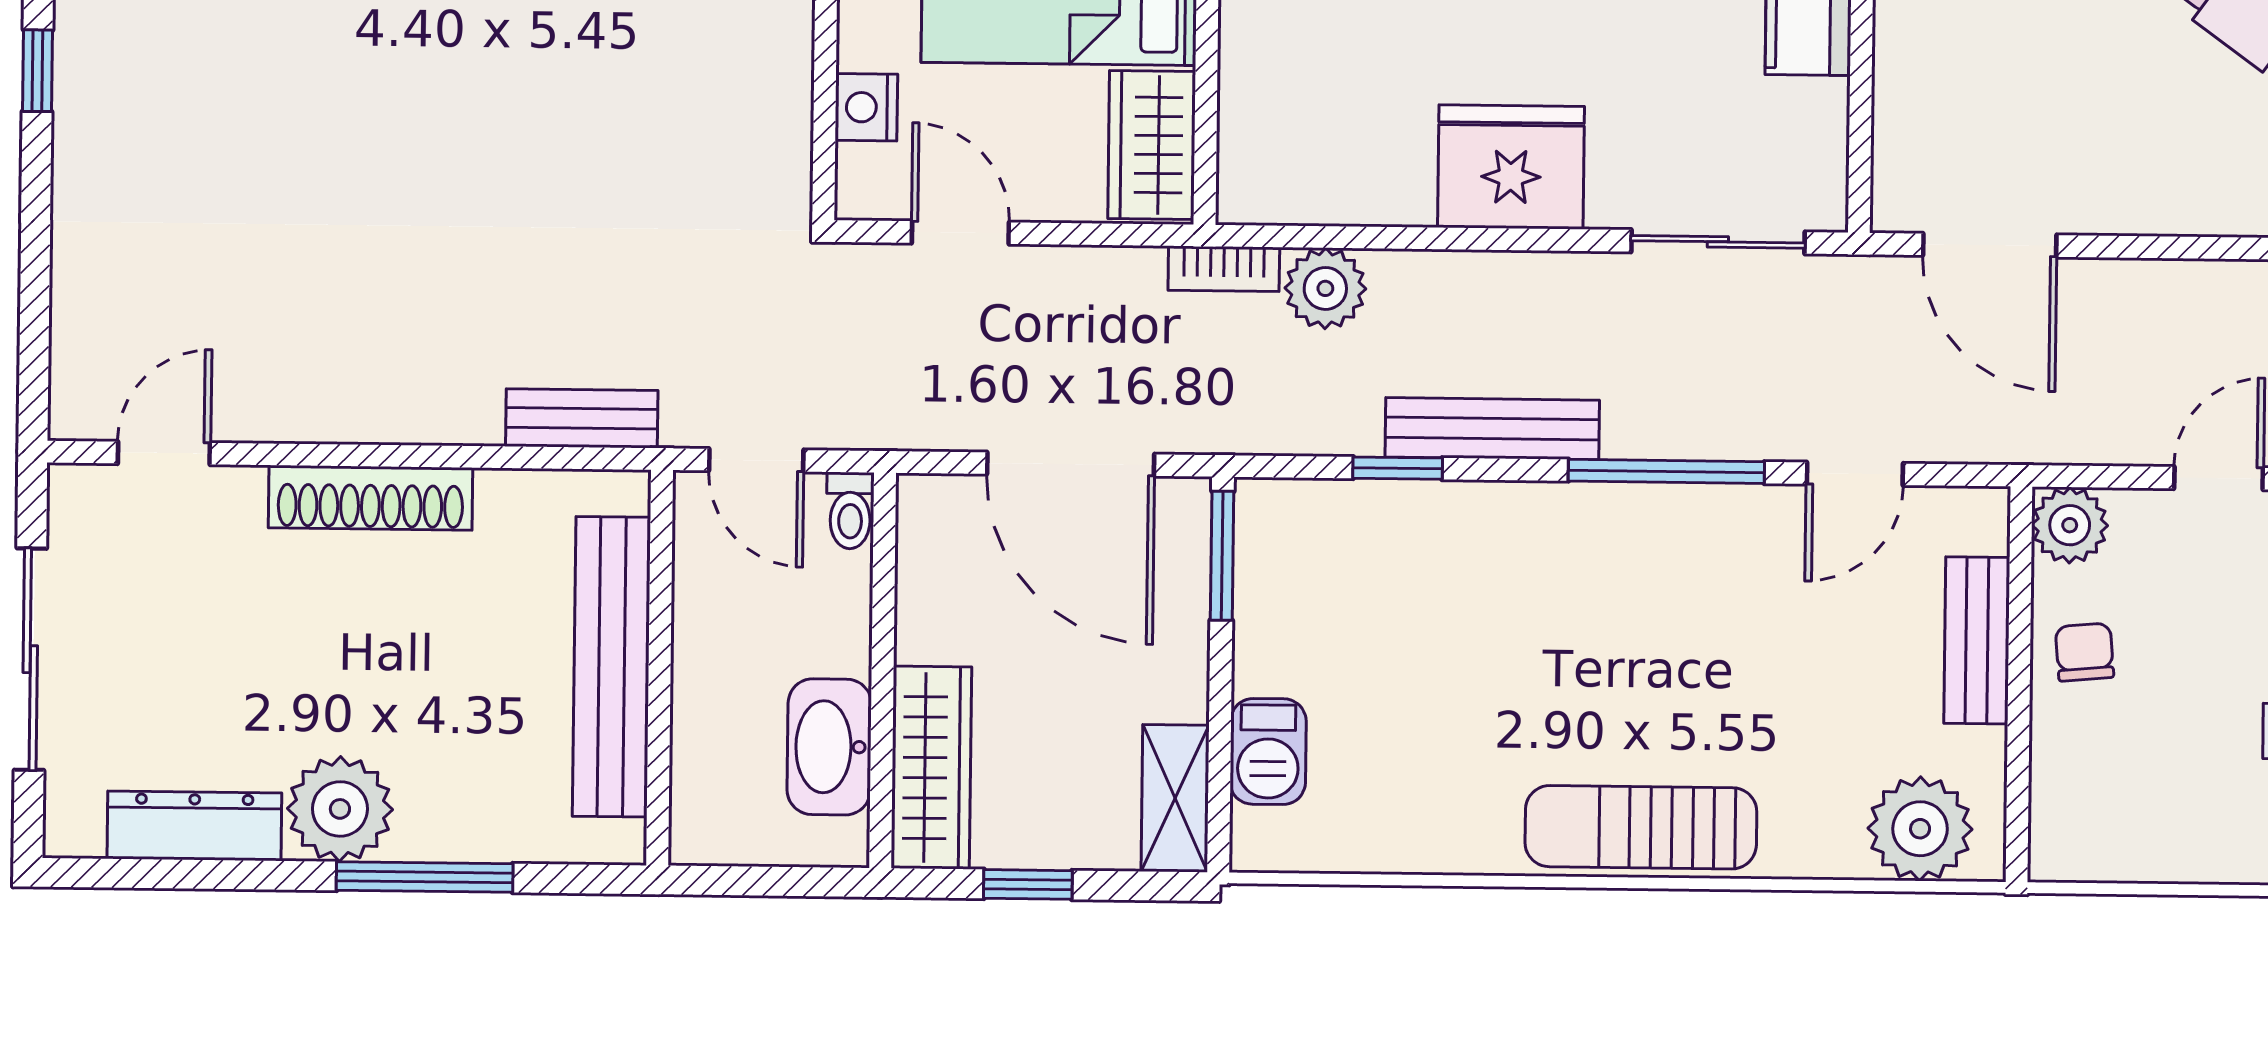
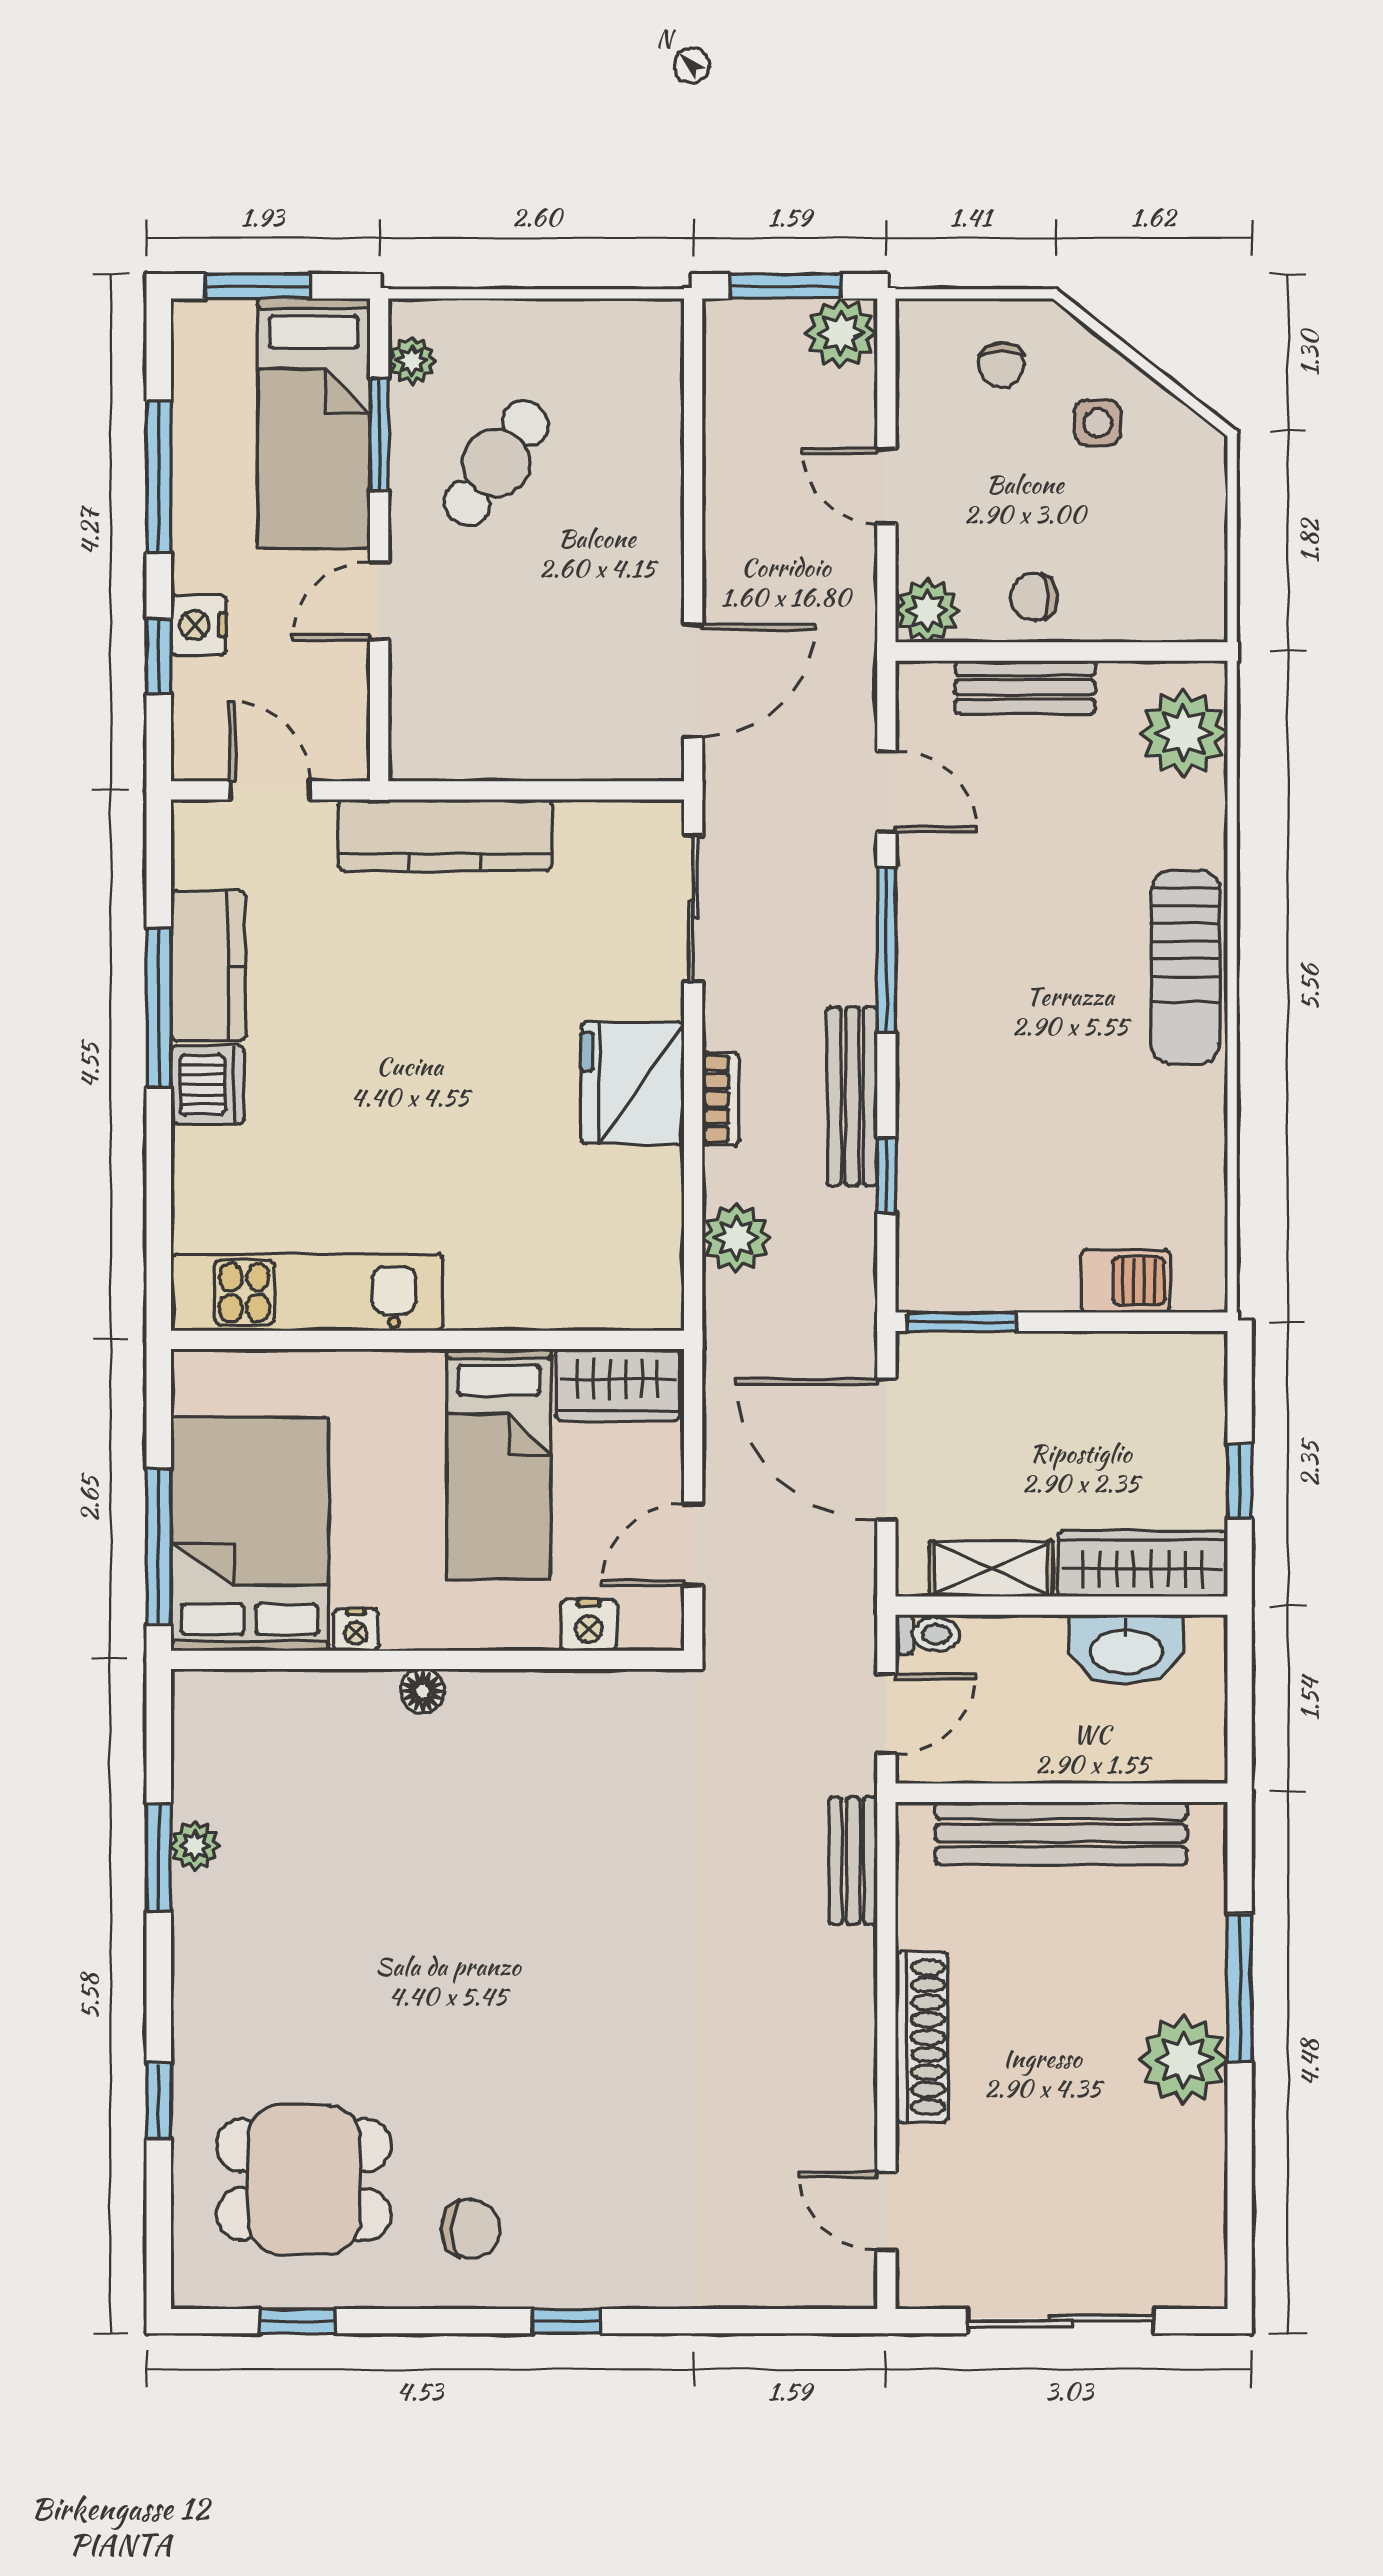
bookcase: (1224, 269) -> (721, 1099), moved
door: (1071, 464) -> (886, 1450), swing flipped
shelving: (1175, 798) -> (991, 1569), moved
dresser: (194, 826) -> (1199, 2182), removed

